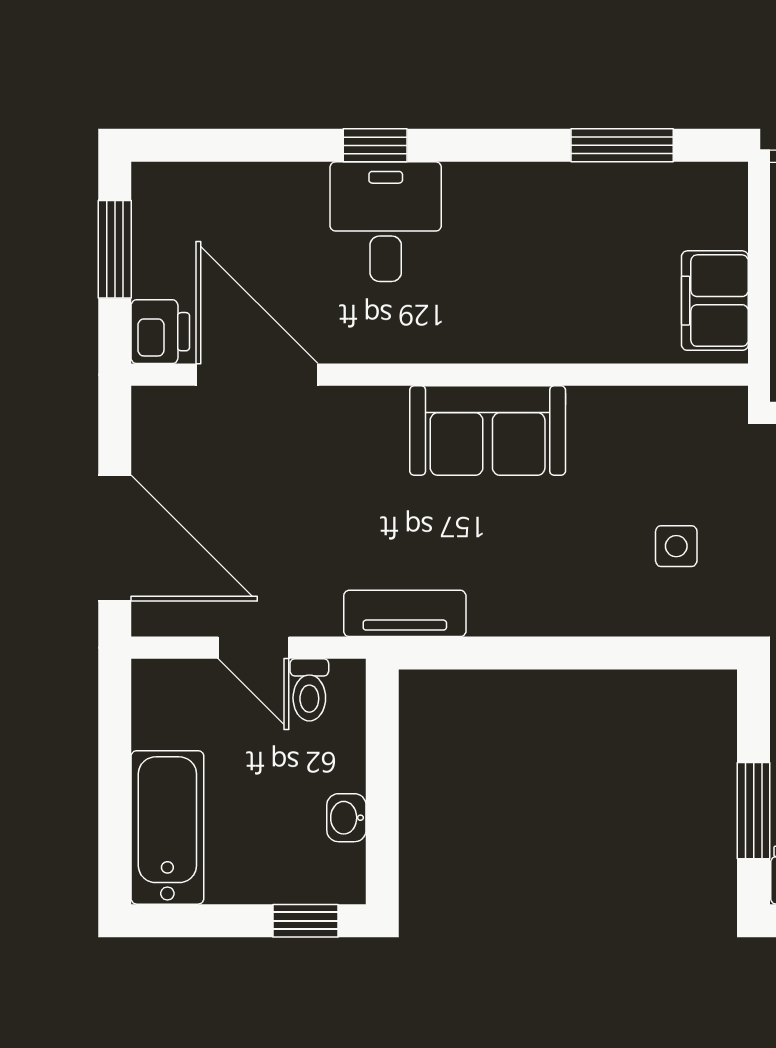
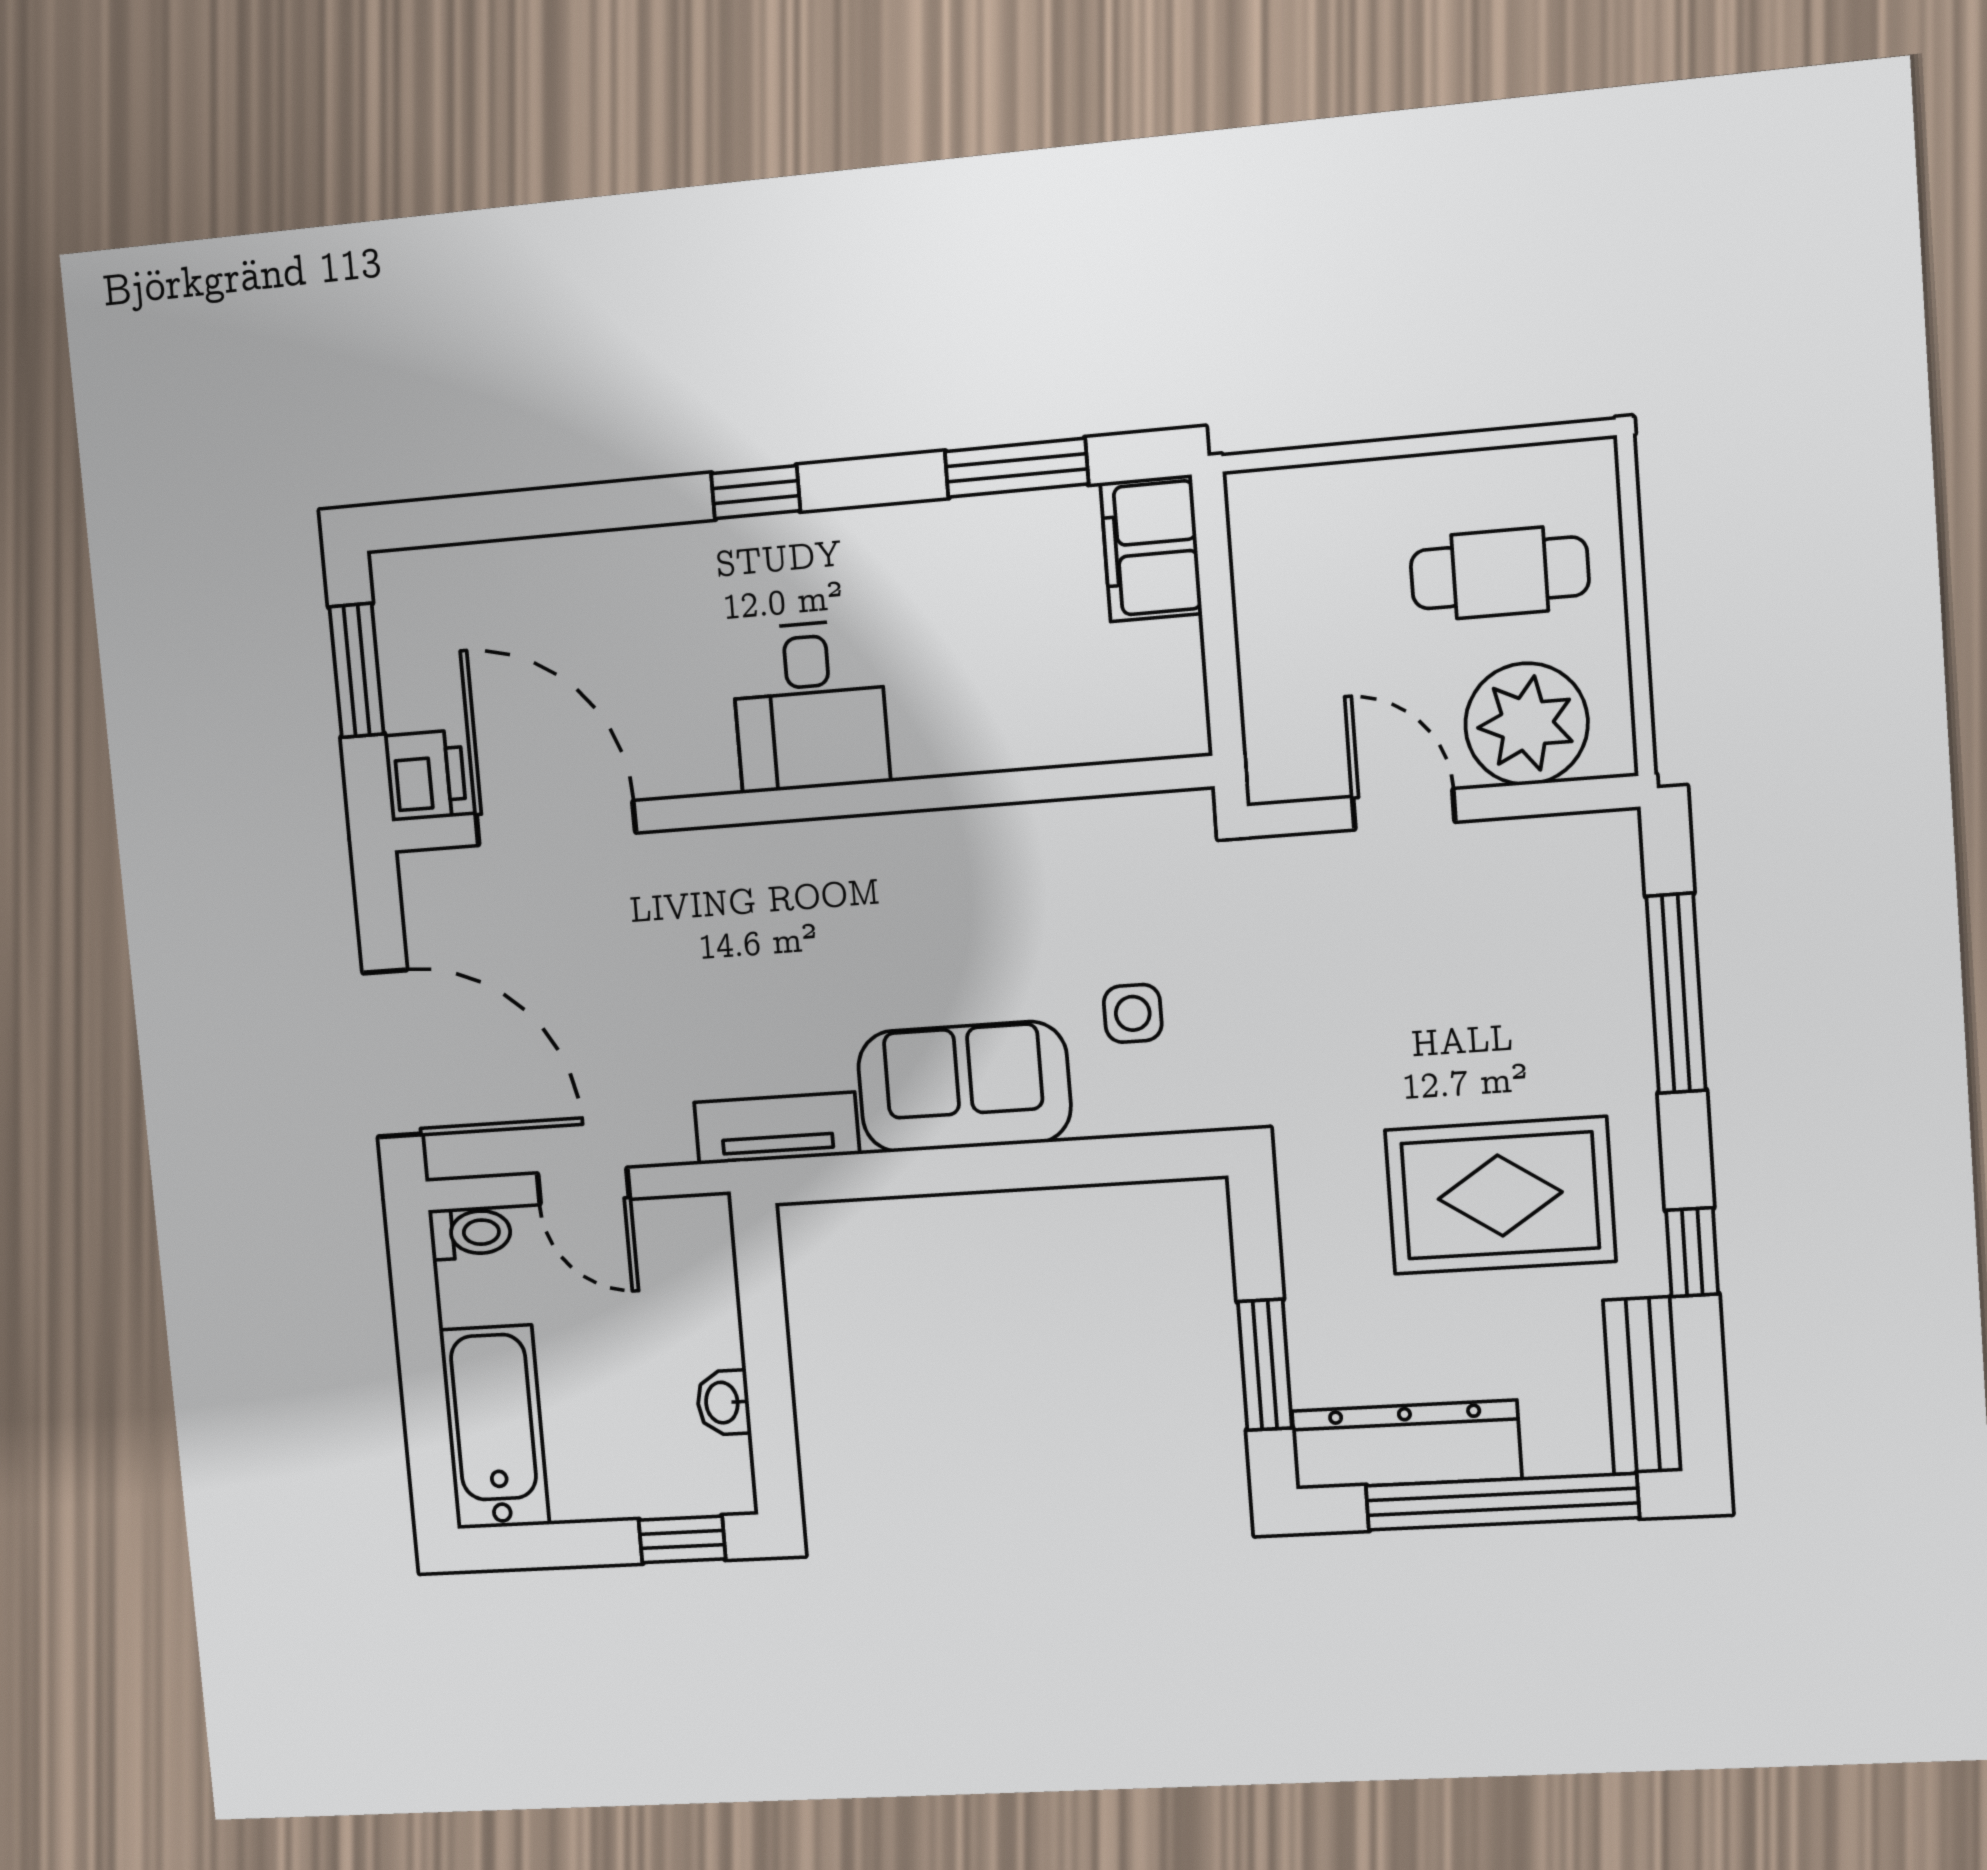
window: (375, 145) -> (756, 492), moved
desk: (386, 222) -> (810, 706), moved, turned 180
filing cabinet: (715, 301) -> (1151, 548), moved
sofa: (488, 431) -> (964, 1087), moved, turned 180
toilet: (309, 690) -> (470, 1233), moved, turned -90

